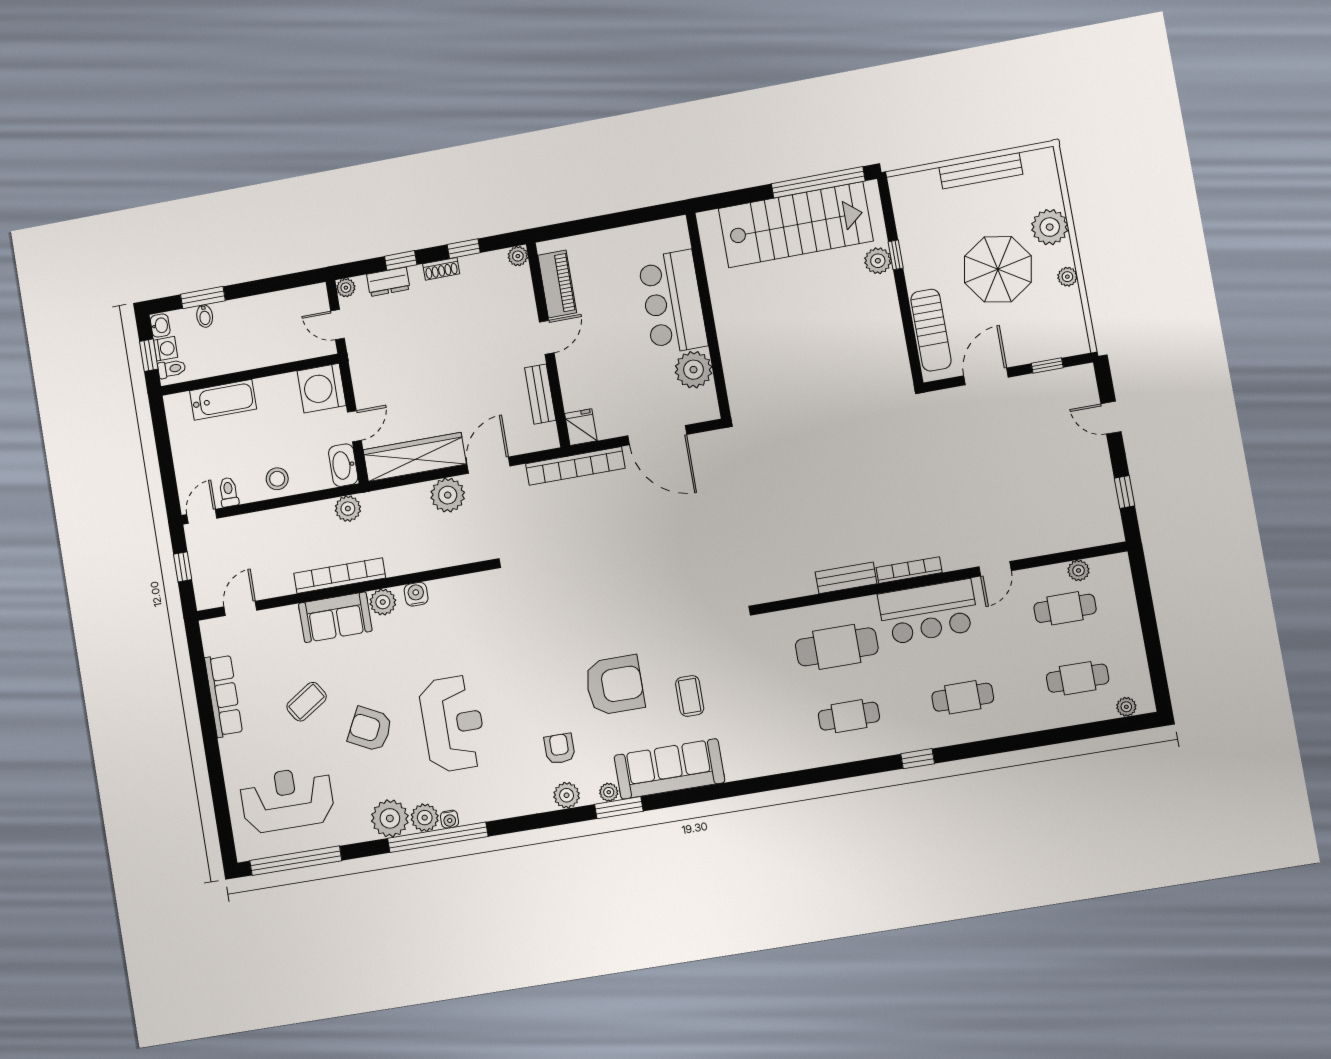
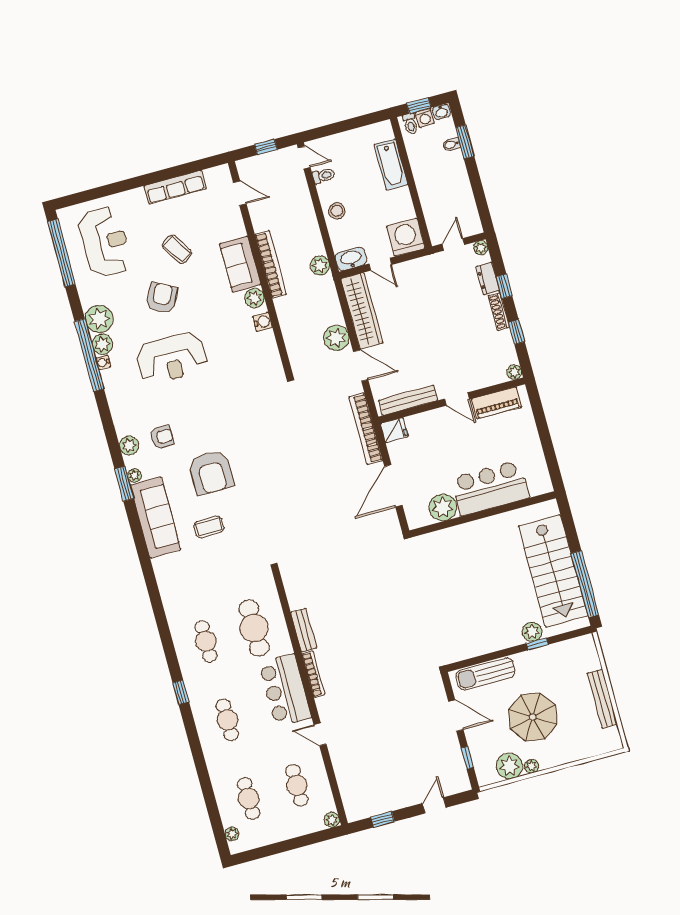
plant: (1050, 227) -> (509, 766), moved
shoe rack: (441, 269) -> (499, 312), width x1.43
bench: (540, 394) -> (408, 400), width x1.36
plant: (1079, 570) -> (332, 820), moved

